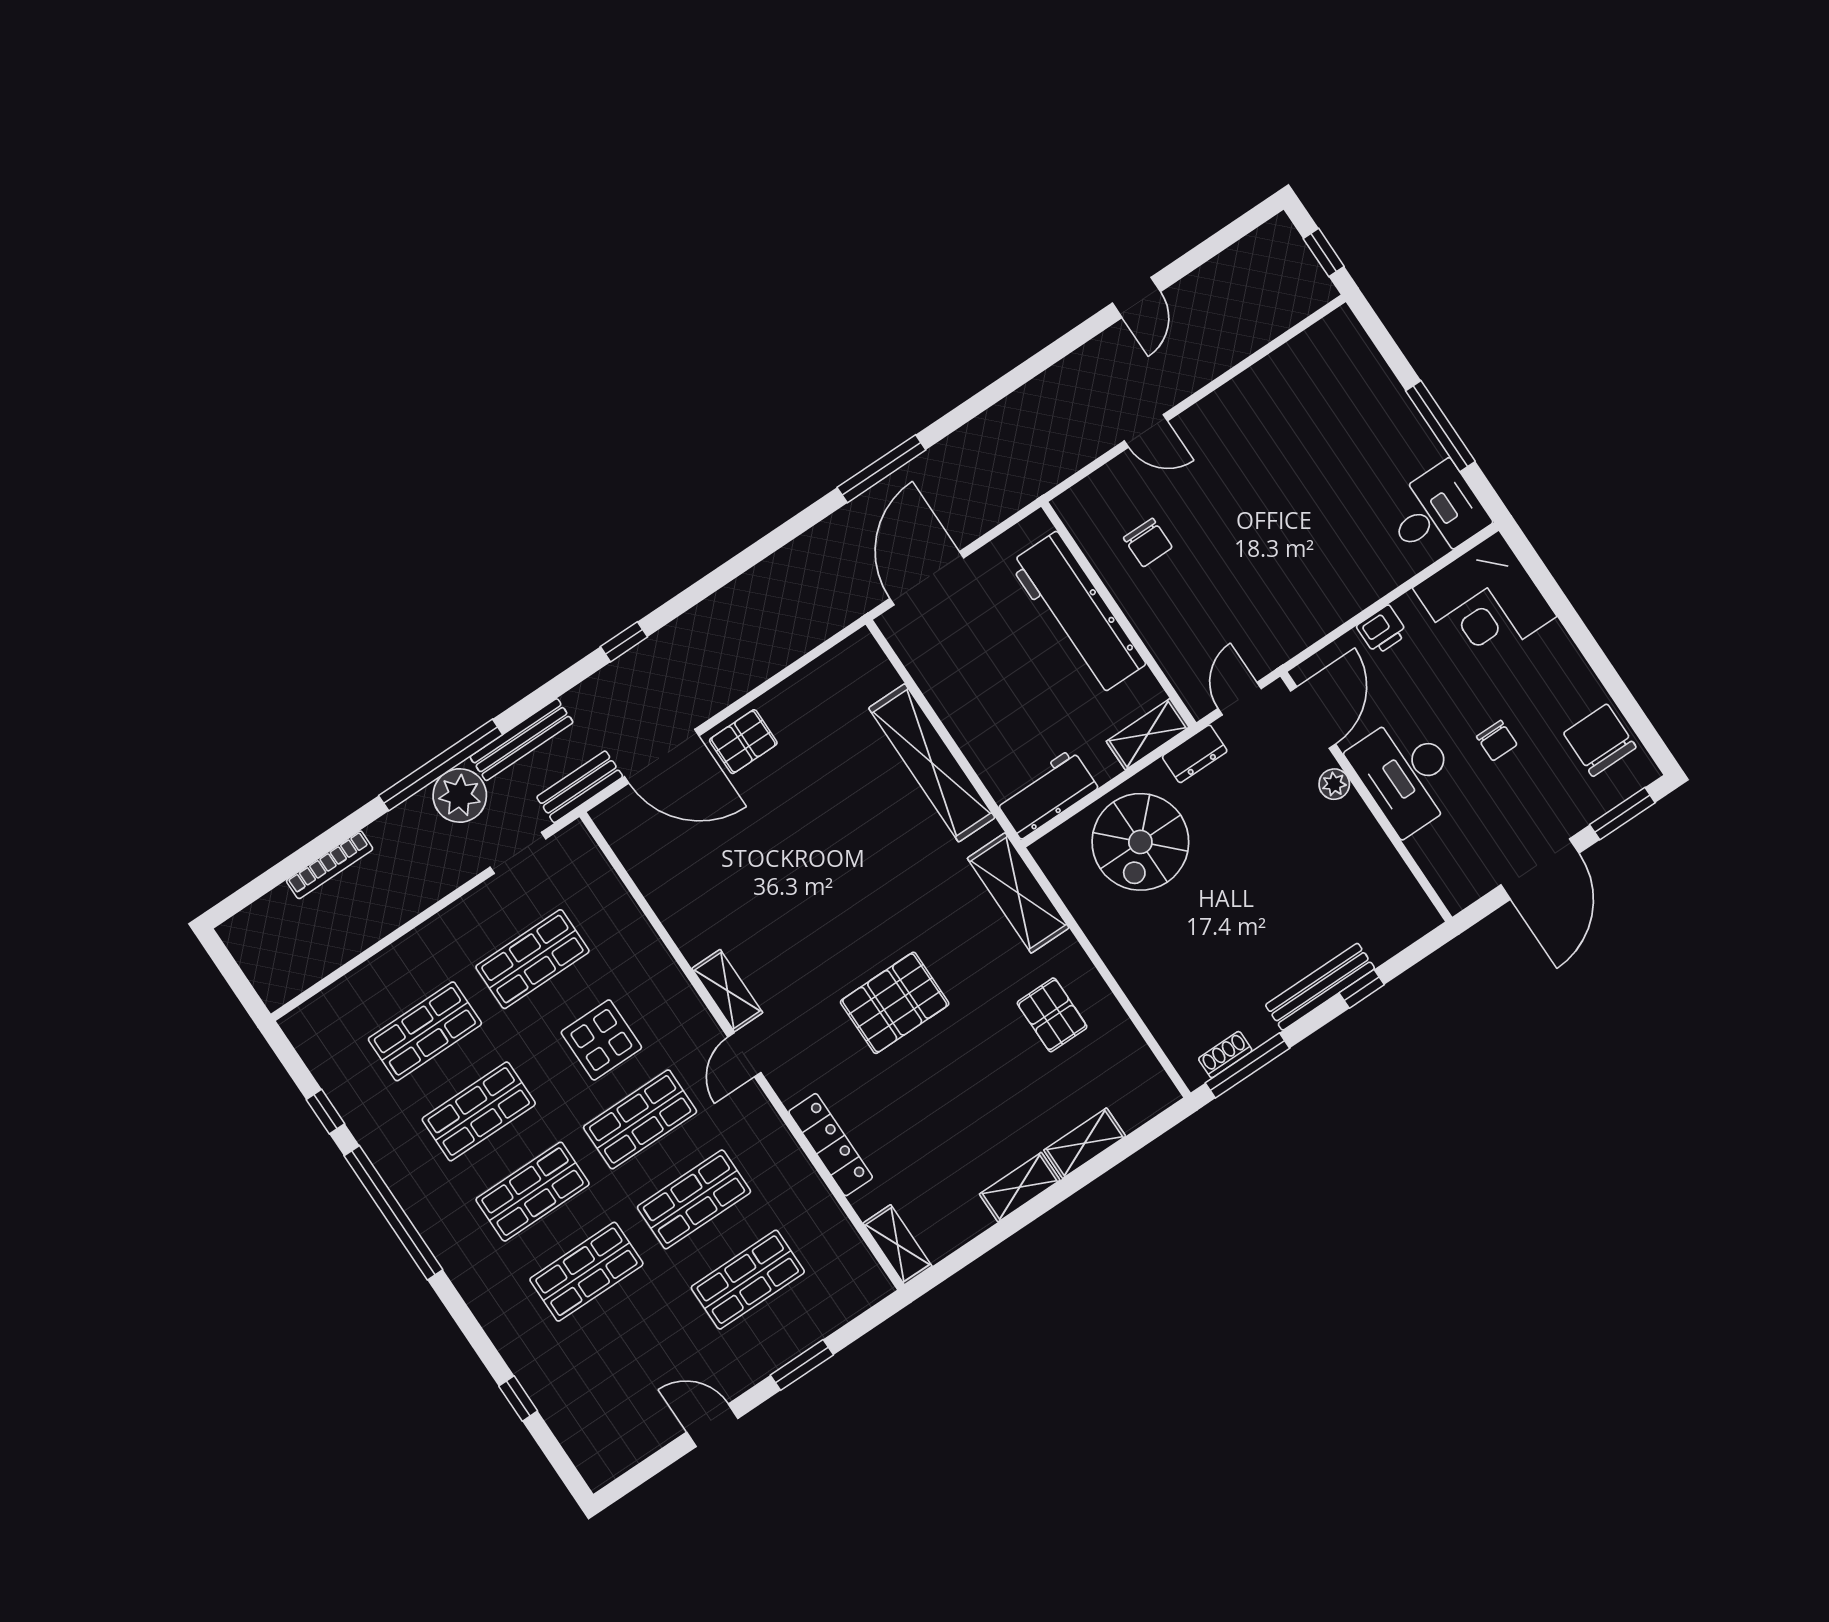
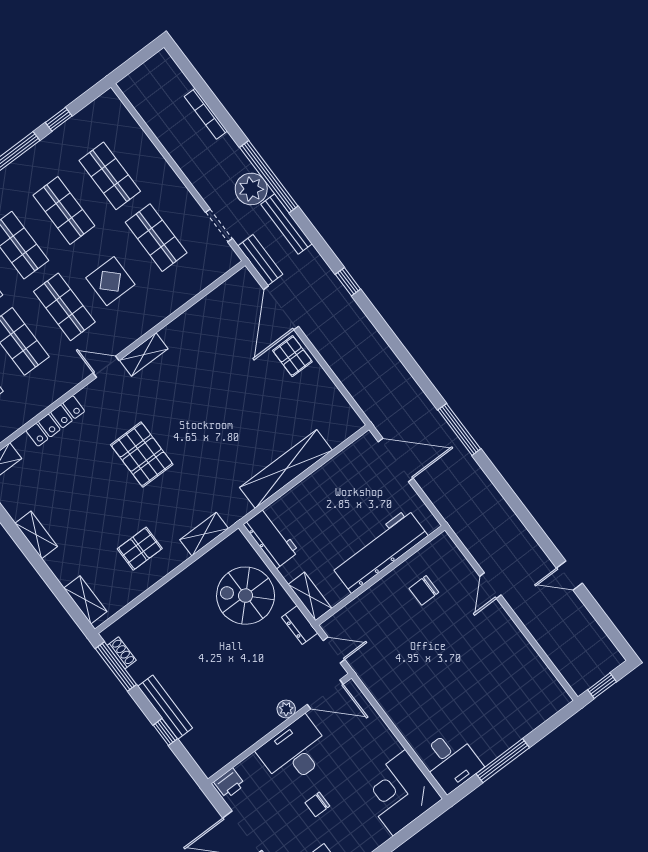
printer: (1382, 630) -> (229, 783), moved, turned -90
shelving: (1018, 893) -> (204, 534), width x0.67, depth x0.75
shelving: (1085, 1143) -> (85, 600), moved

